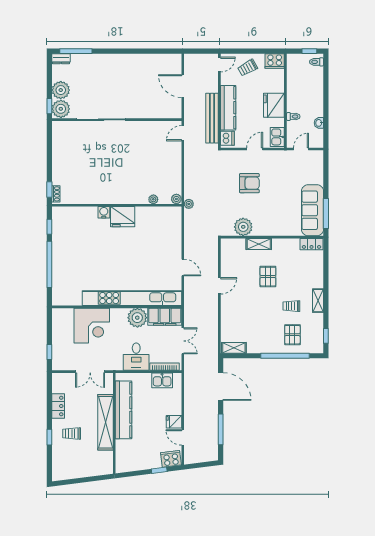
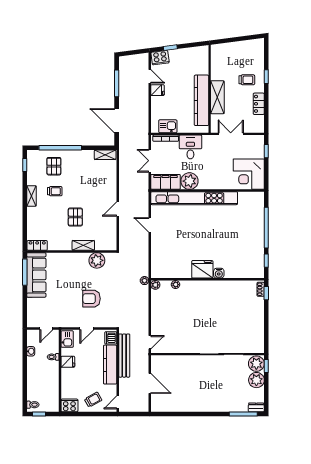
fridge: (274, 105) -> (68, 362), width x0.53, depth x0.75
corner desk: (92, 326) -> (249, 174), moved, turned -90
shelving: (105, 422) -> (217, 97), width x0.68

